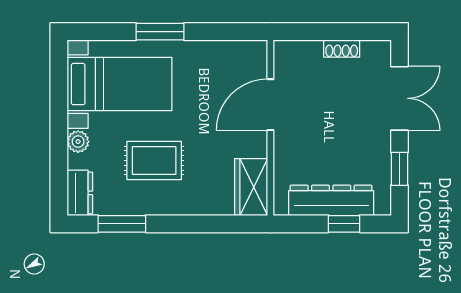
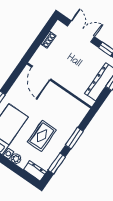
door: (270, 105) -> (41, 73), moved
wardrobe: (251, 187) -> (76, 107), removed
window: (191, 224) -> (74, 138), added

